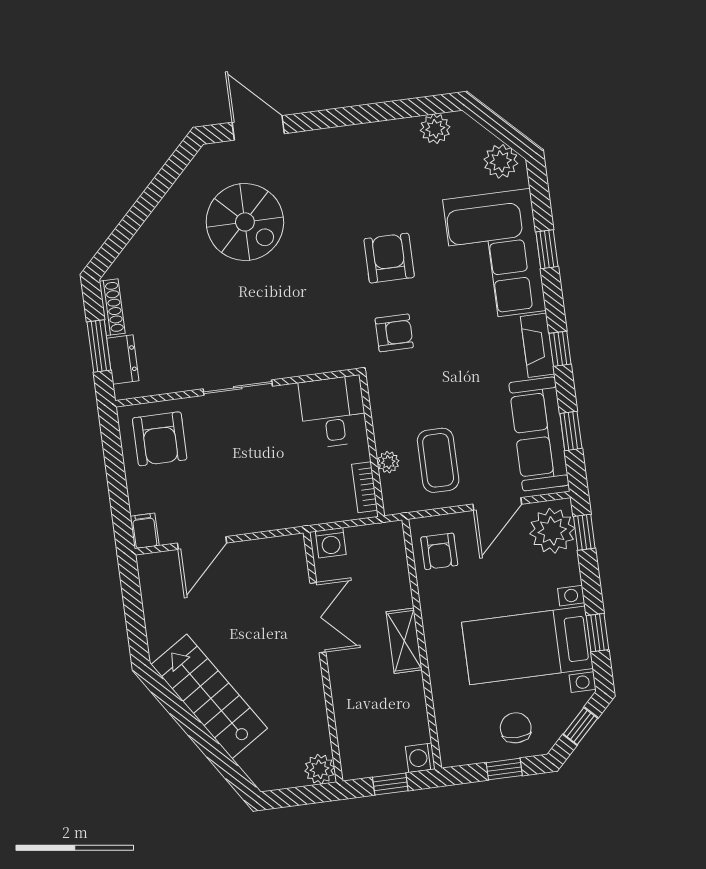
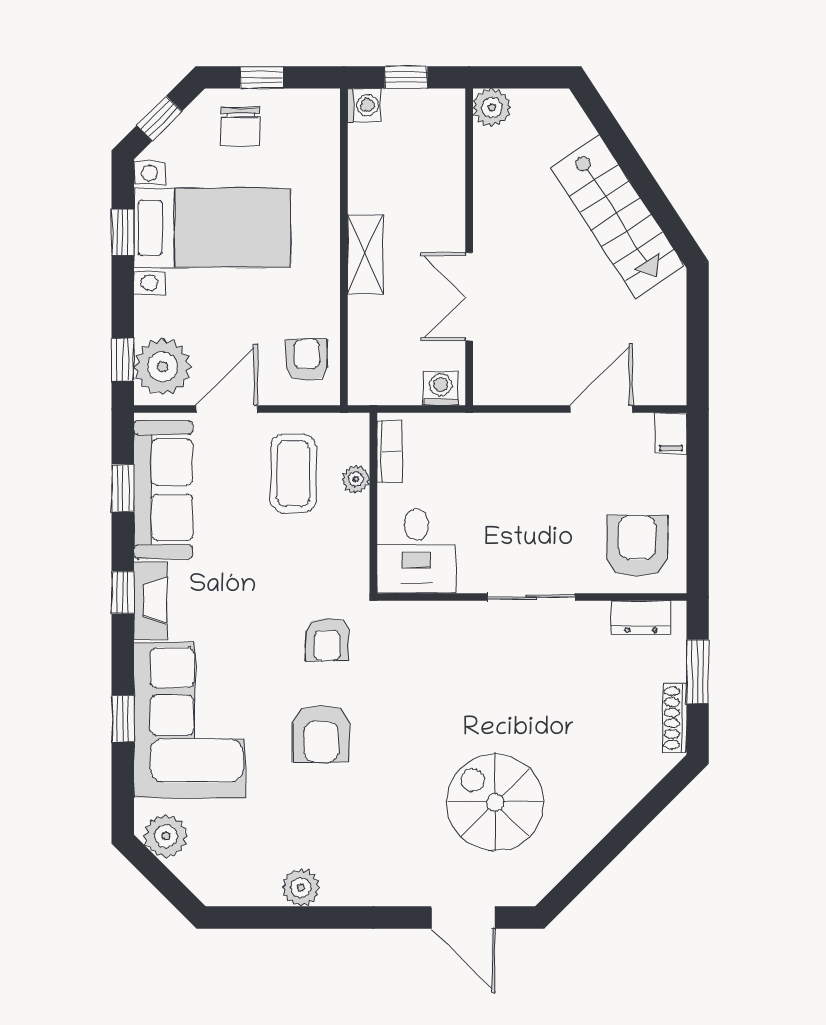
plant: (435, 129) -> (301, 887), moved
armchair: (394, 333) -> (327, 640), turned -90
dresser: (123, 359) -> (641, 617), moved, turned -90

